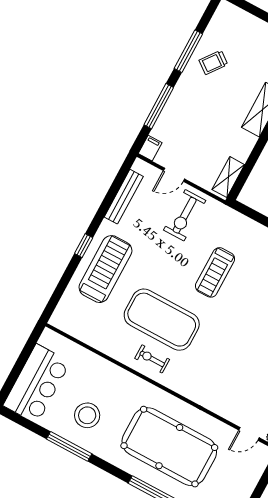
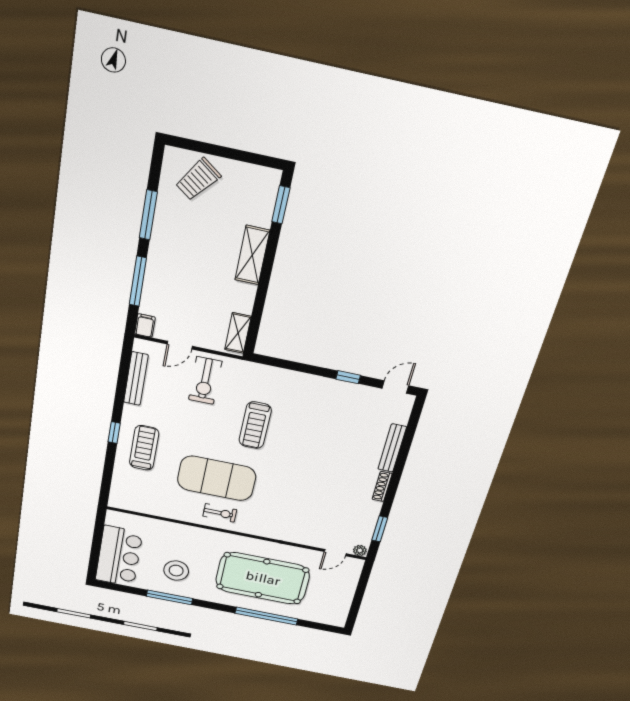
trolley: (213, 62) -> (198, 179), moved, width x1.36, depth x1.39
treadmill: (105, 269) -> (144, 448), width x0.73, depth x0.73
exercise bike: (152, 359) -> (220, 513), turned 180

